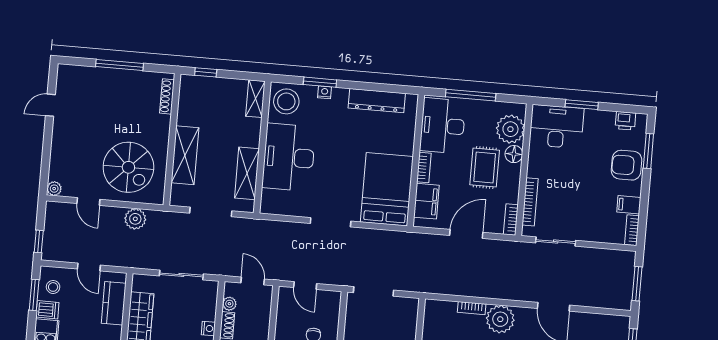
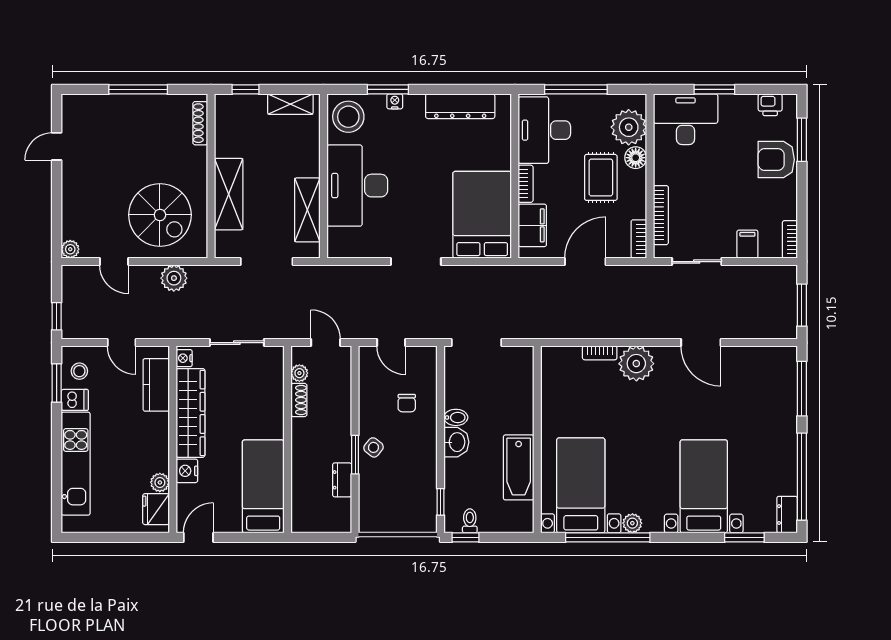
shelving: (255, 99) -> (290, 104), moved, turned 90
filing cabinet: (629, 205) -> (747, 244), moved, turned 90
nightstand: (208, 328) -> (184, 358), moved, turned 180

